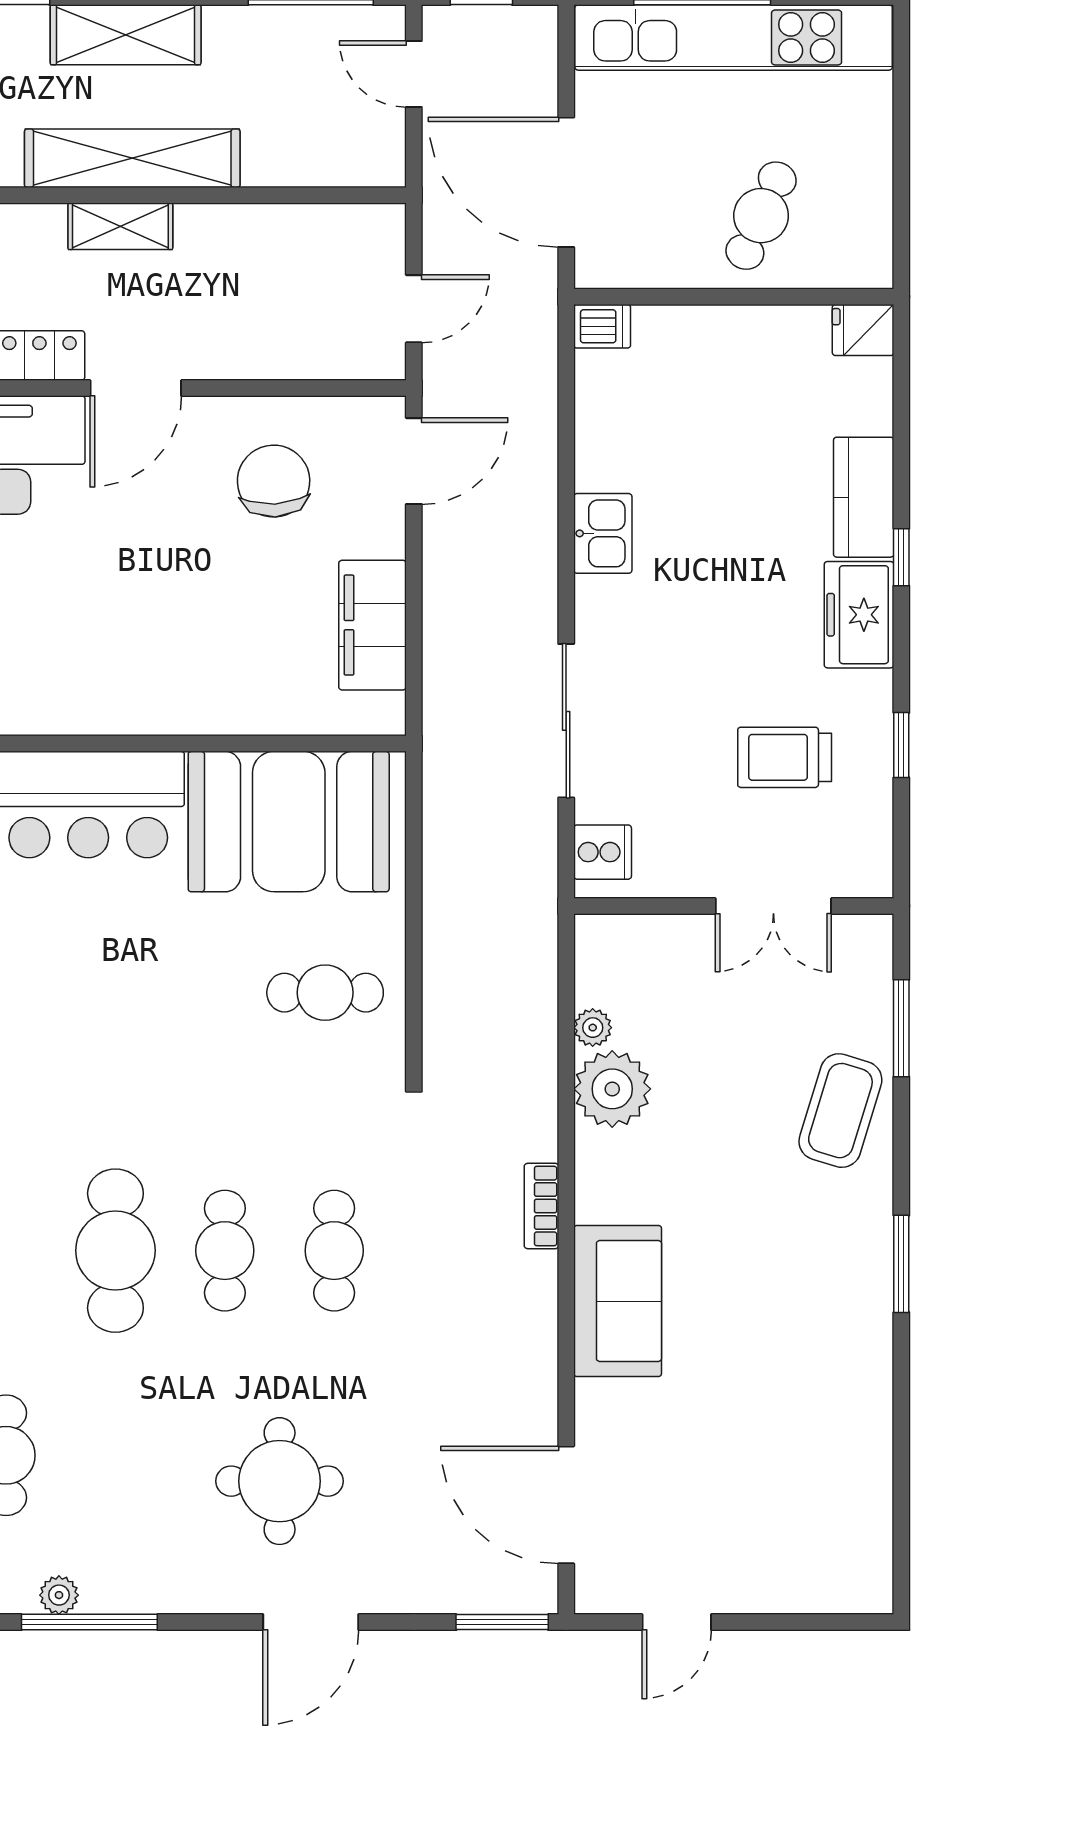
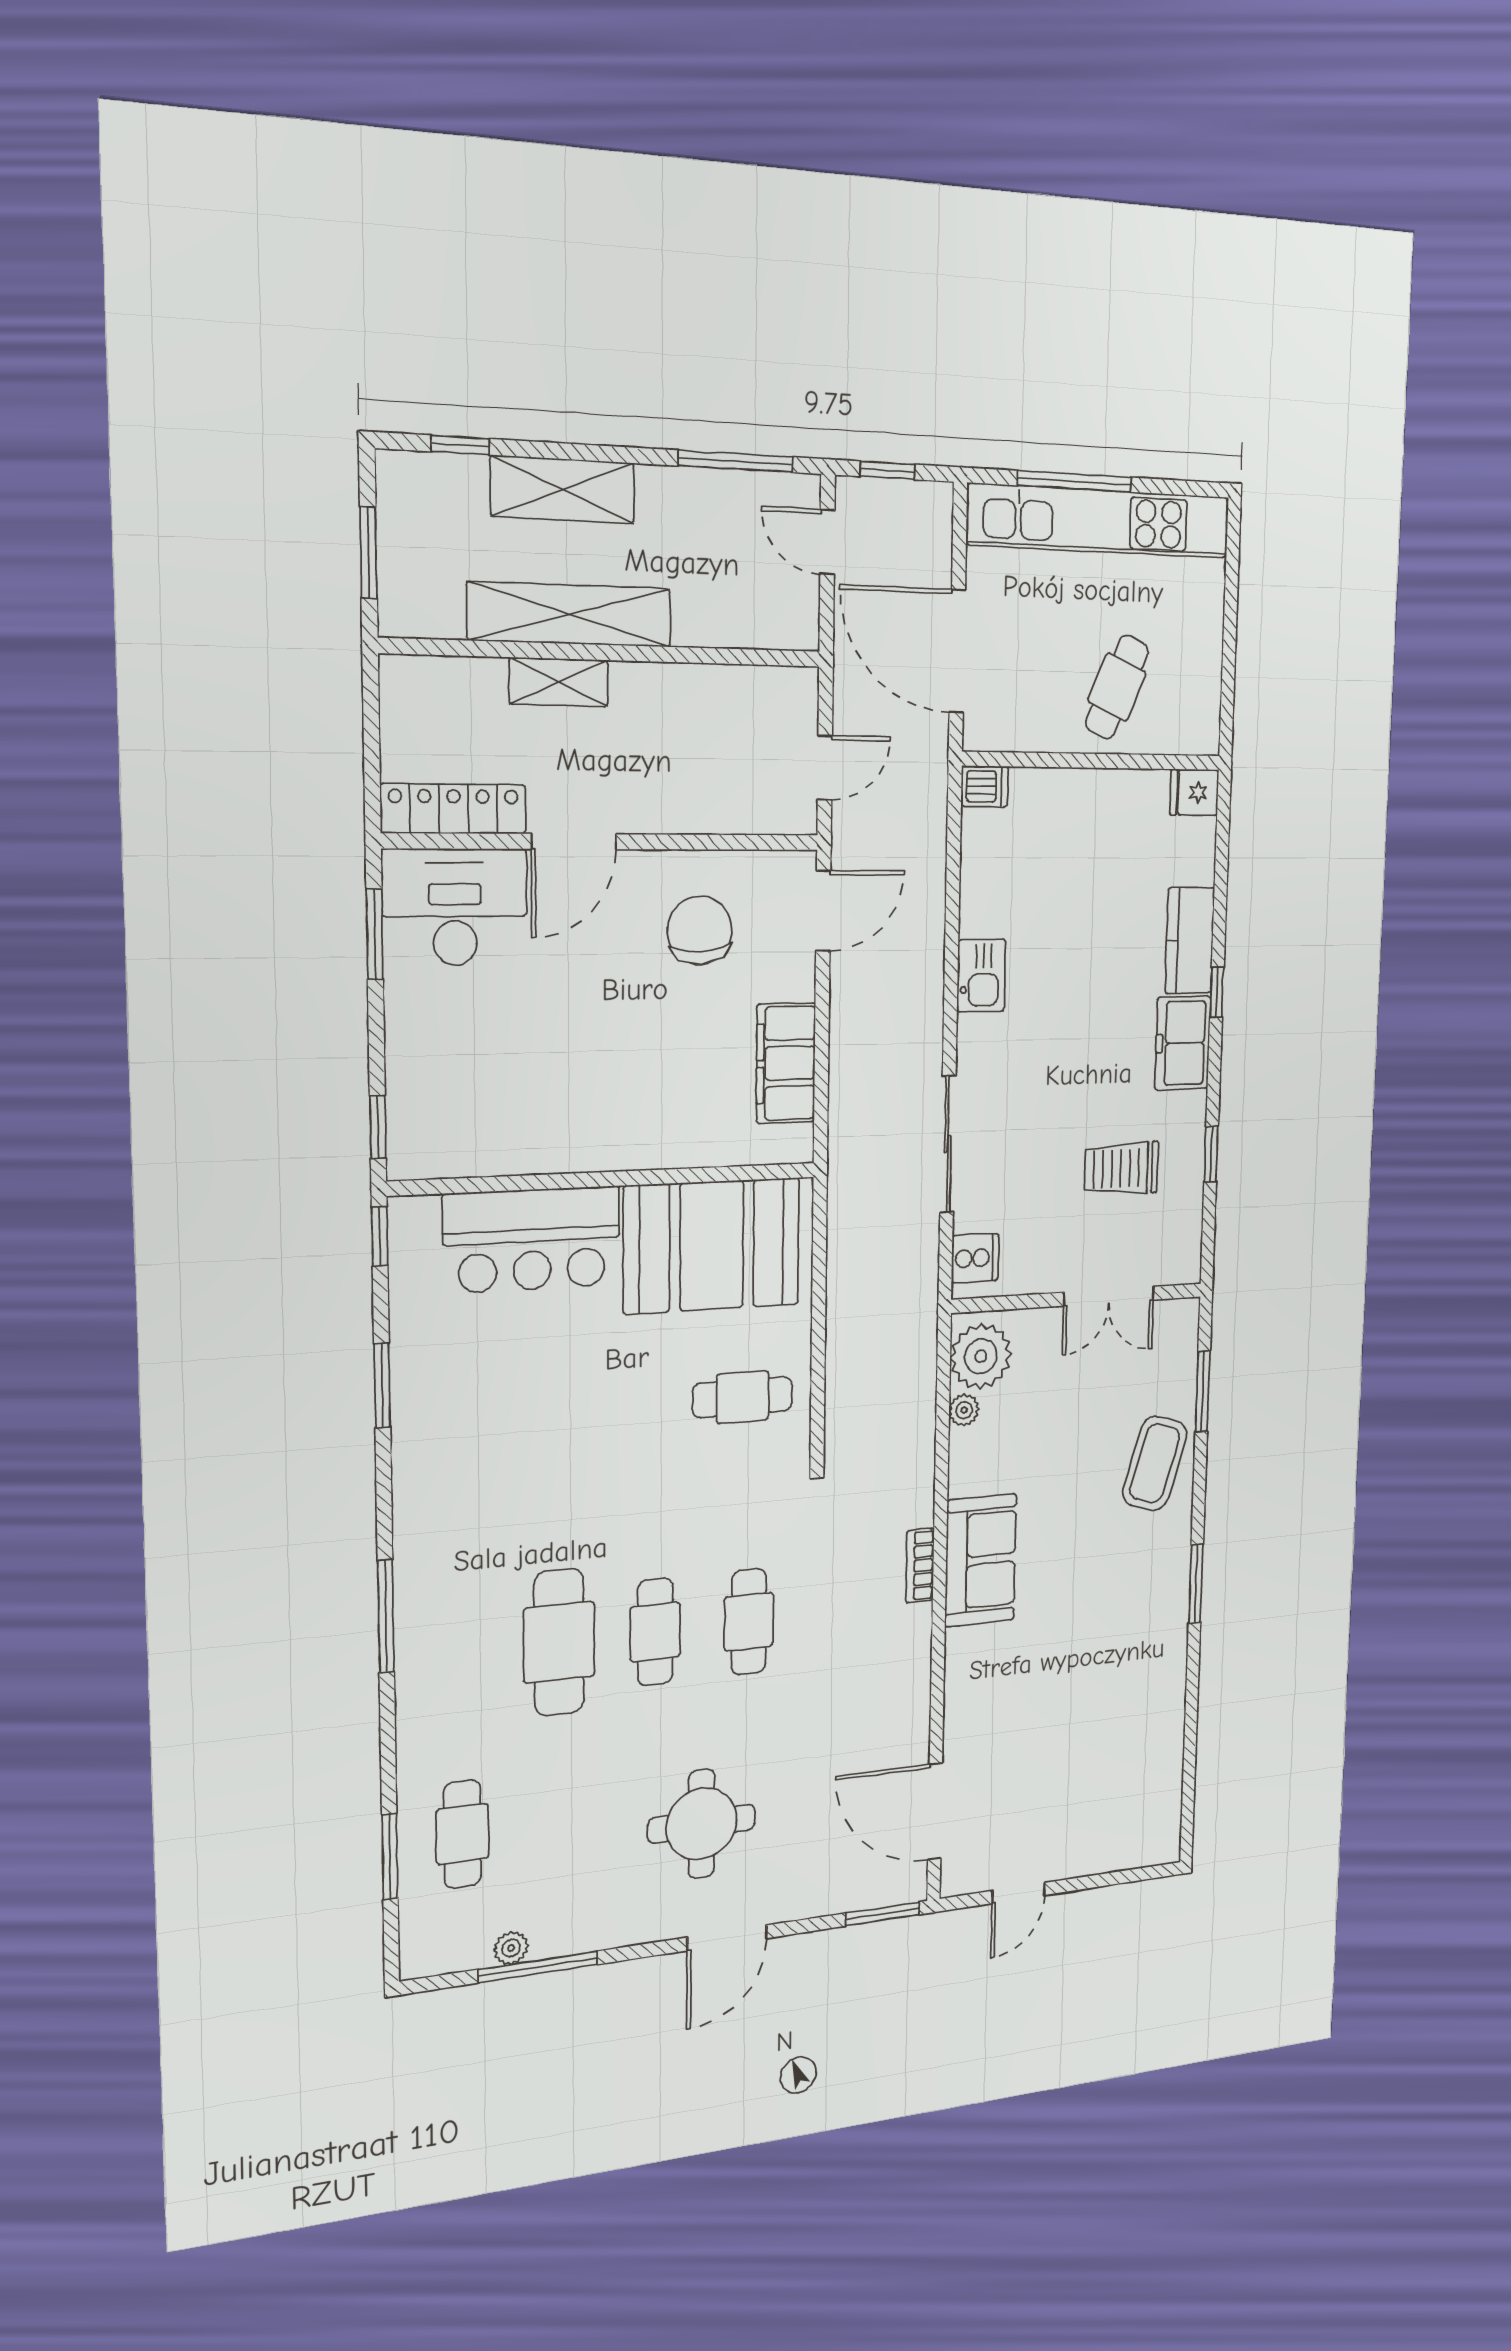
plant: (612, 1089) -> (981, 1356), moved
sofa: (618, 1301) -> (981, 1560), moved

